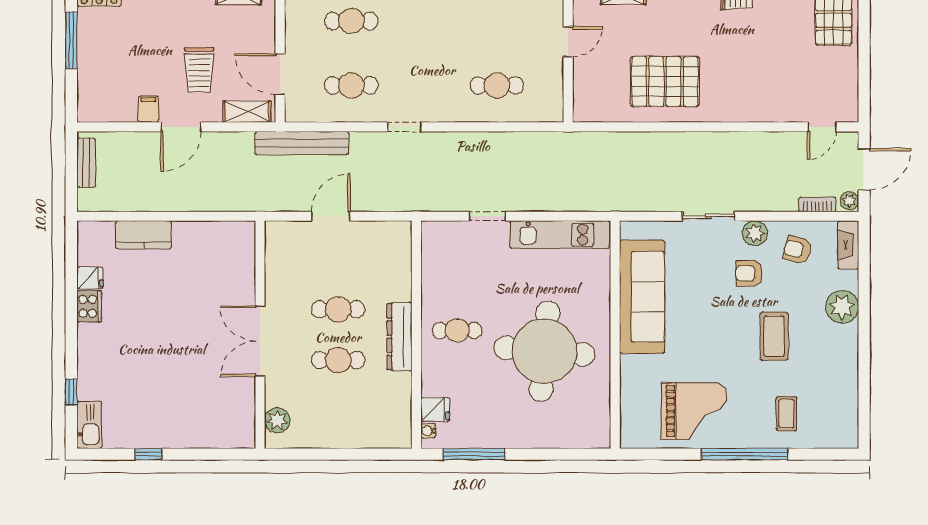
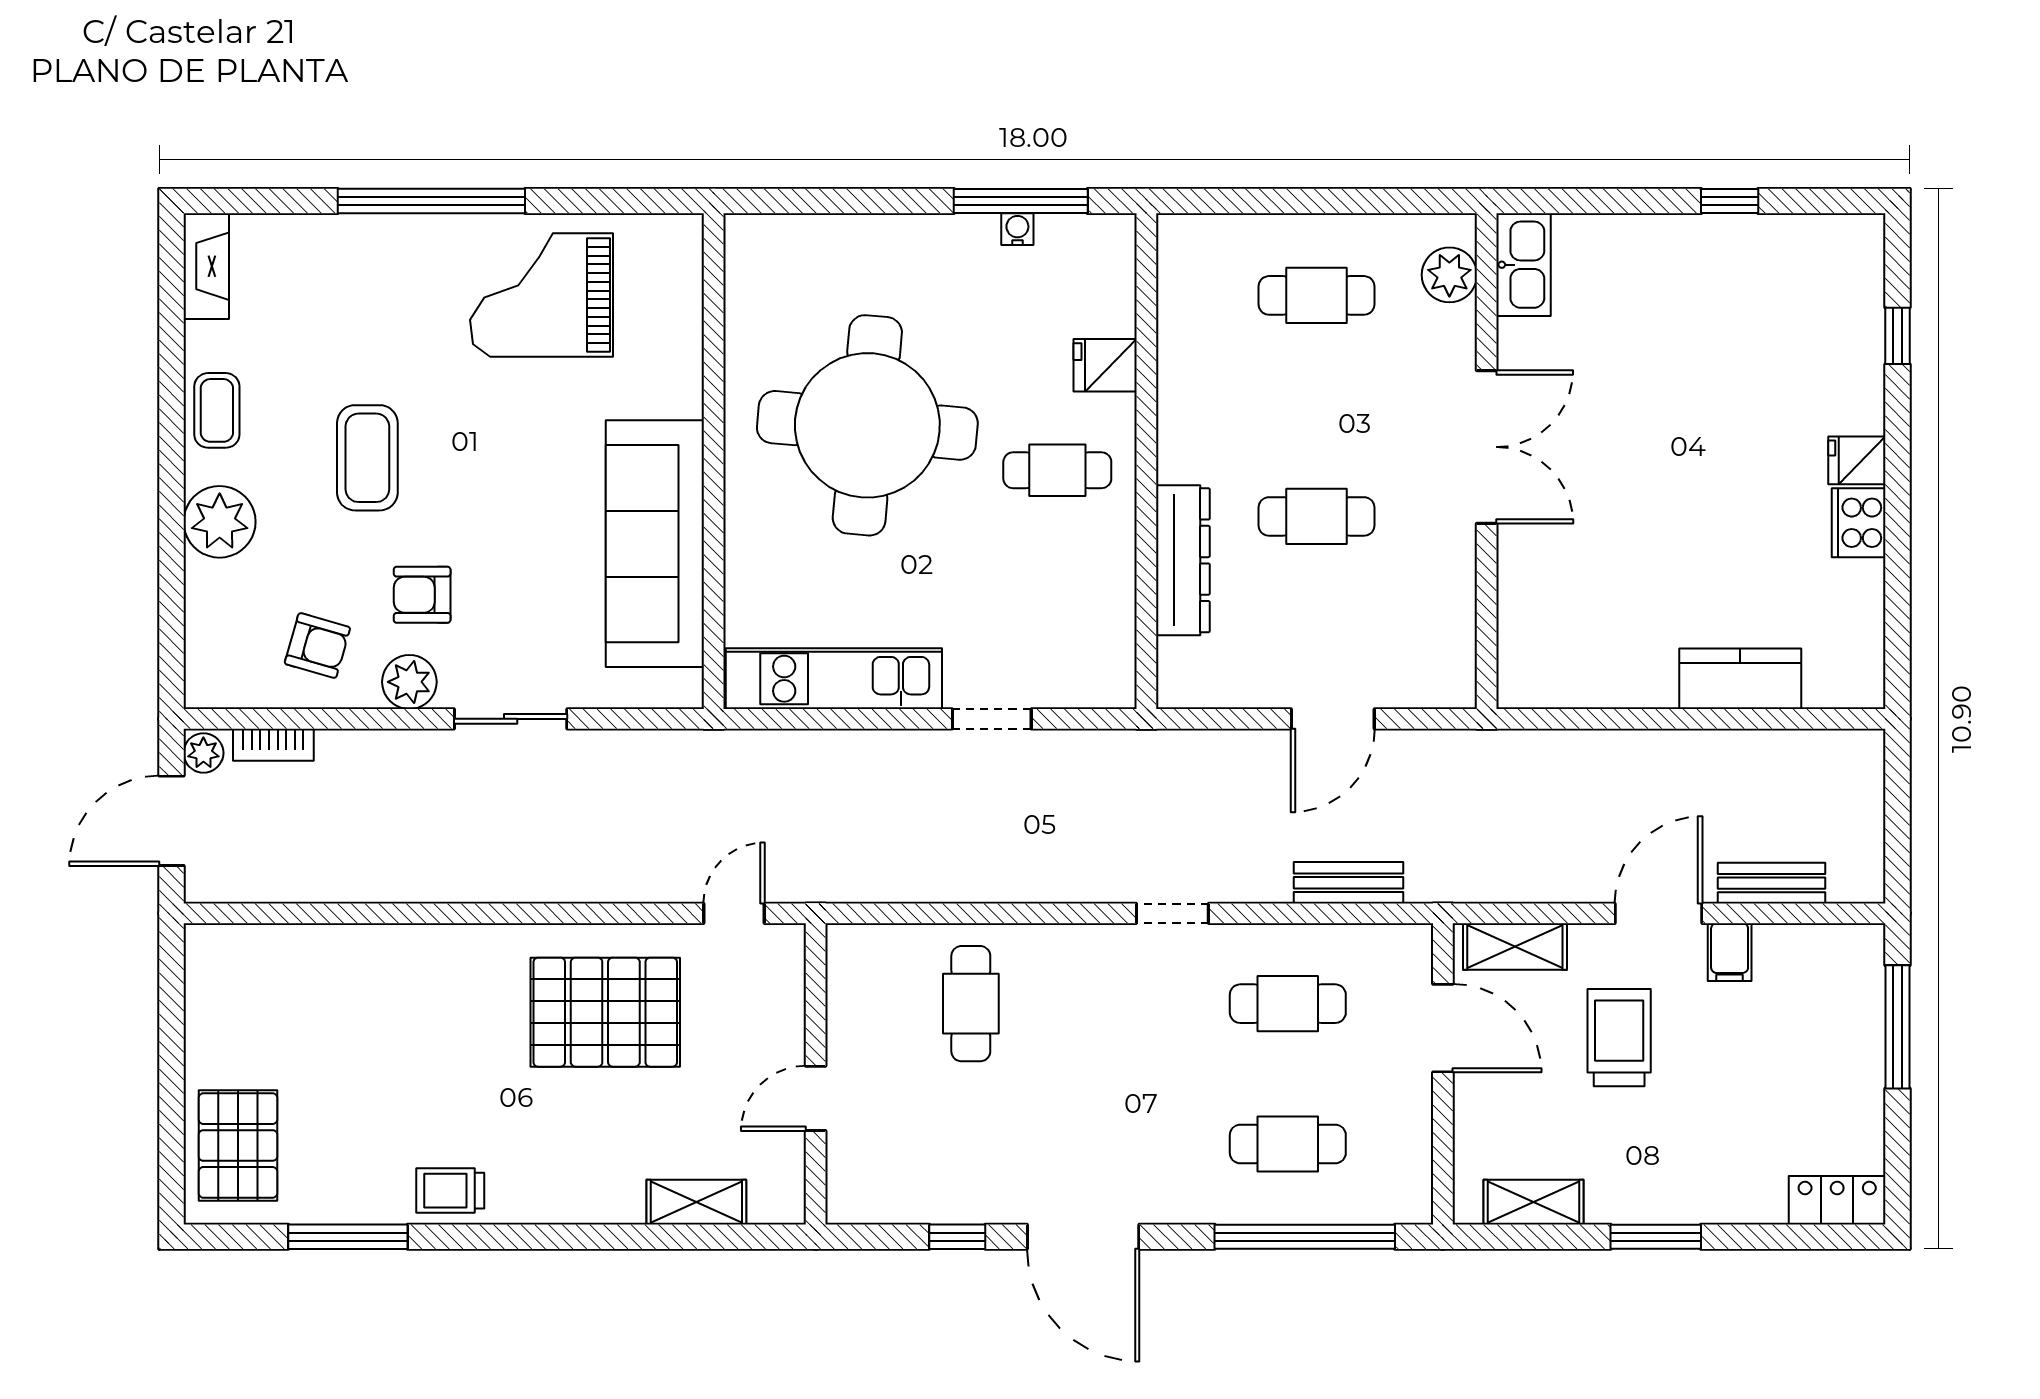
window: (71, 40) -> (1898, 1027), moved
cafe table: (497, 85) -> (971, 1004), turned 90
door: (822, 127) -> (734, 913), moved
bench: (302, 143) -> (1349, 883), width x0.54, depth x0.82
bench: (86, 163) -> (1772, 883), moved, turned 90
fireplace: (848, 245) -> (206, 266), moved
armchair: (749, 273) -> (422, 595), turned 180
fridge: (90, 278) -> (1857, 460), moved
dresser: (400, 337) -> (1183, 560), moved
cafe table: (338, 360) -> (1316, 295), moved
fridge: (435, 410) -> (1105, 365), moved
coffee table: (786, 414) -> (217, 410), moved
kitchen sink: (89, 425) -> (1524, 265), moved, turned 180
water cooler: (428, 431) -> (1017, 229), moved, turned -90

